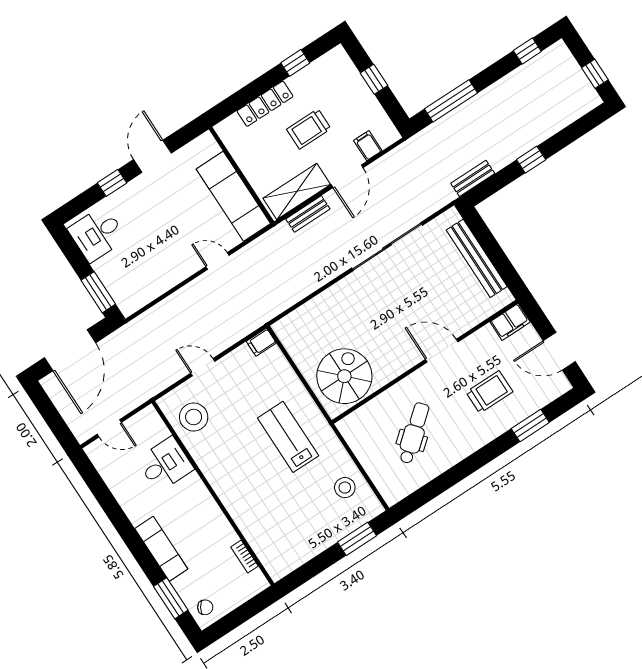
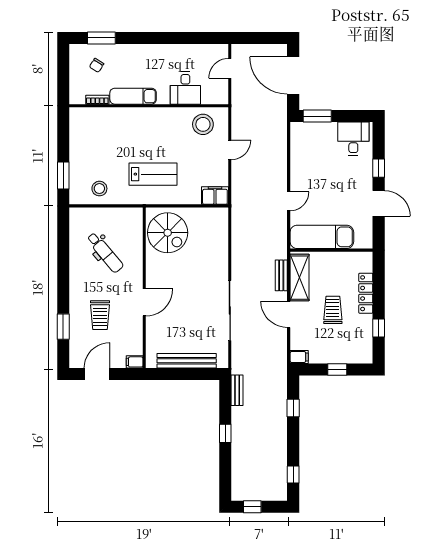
window: (451, 101) -> (293, 408), width x0.46
filing cabinet: (368, 146) -> (299, 357), moved
filing cabinet: (510, 322) -> (135, 362), width x0.50
filing cabinet: (261, 342) -> (215, 196), width x2.00
exam couch: (161, 549) -> (133, 96), moved, turned 180
chair: (205, 607) -> (97, 65), moved

